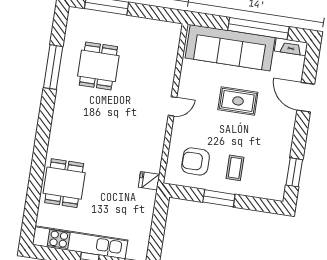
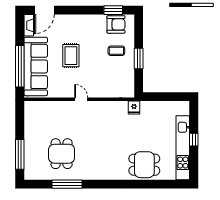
window: (258, 29) -> (20, 66), moved
dining table: (98, 66) -> (62, 154), turned 90
door: (306, 97) -> (44, 10), moved
armchair: (196, 161) -> (116, 24), moved, turned -90

